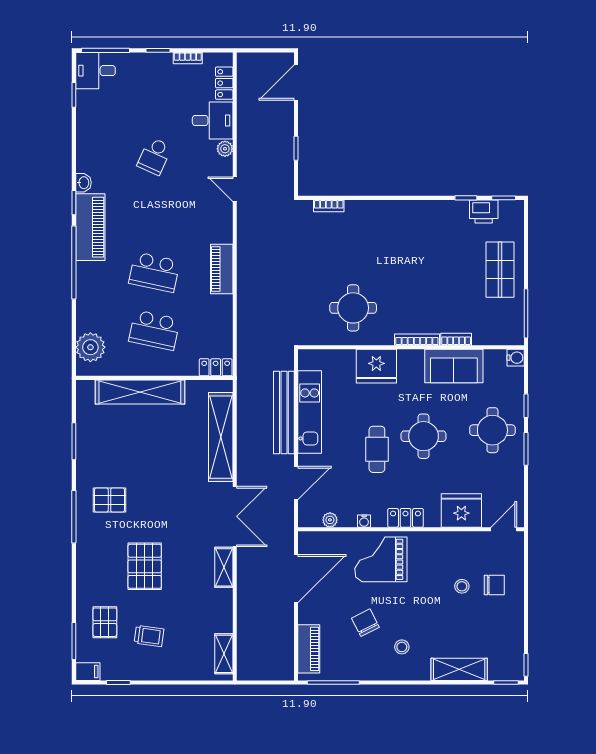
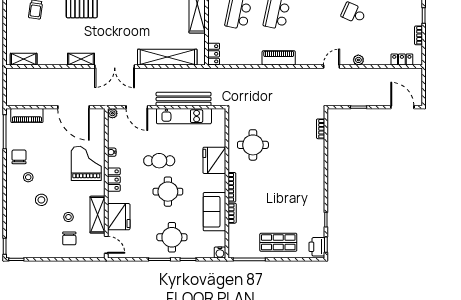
desk: (213, 121) -> (377, 52), removed
printer: (484, 211) -> (317, 247), moved
plant: (330, 520) -> (112, 113), moved
chair: (365, 623) -> (19, 157), moved, turned -63
stool: (436, 627) -> (41, 200), added
shelving: (459, 669) -> (98, 215), moved

